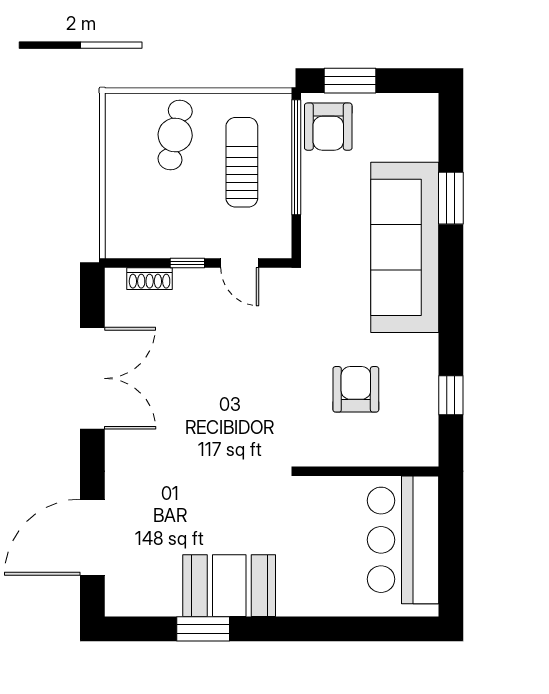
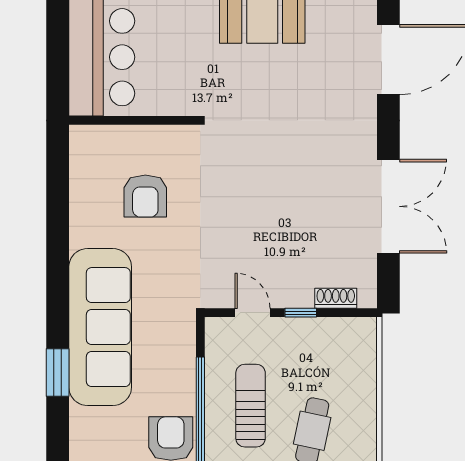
sun lounger: (242, 162) -> (251, 406), turned 180
double door: (92, 378) -> (388, 206), swing flipped
window: (451, 395) -> (58, 191), removed

